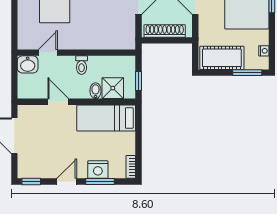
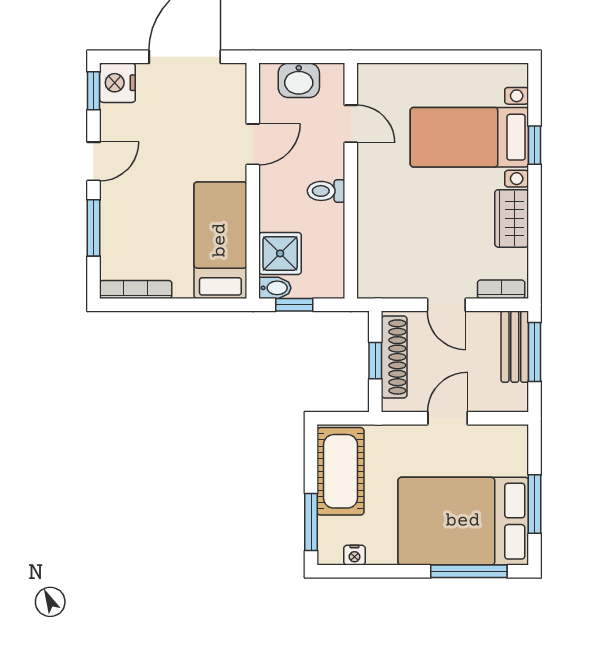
window: (166, 40) -> (375, 361), added
washbasin: (28, 64) -> (299, 80), moved, turned -90
bidet: (96, 91) -> (275, 288), moved
bookcase: (131, 167) -> (136, 290), width x1.56
nightstand: (98, 170) -> (117, 83), moved
door: (67, 181) -> (94, 161), hinge flipped

